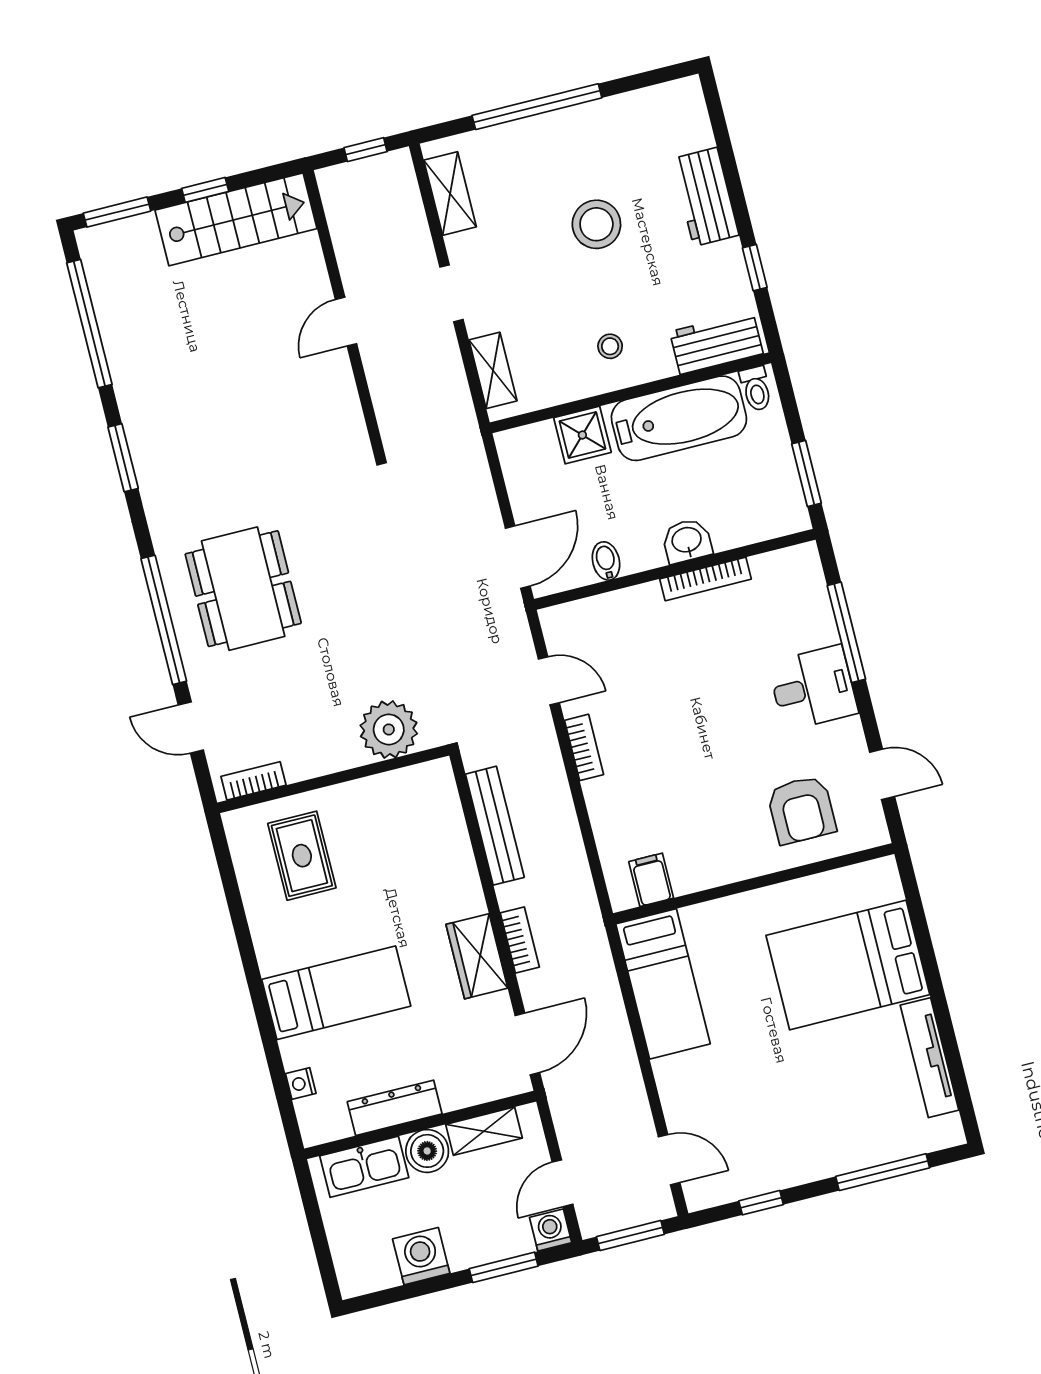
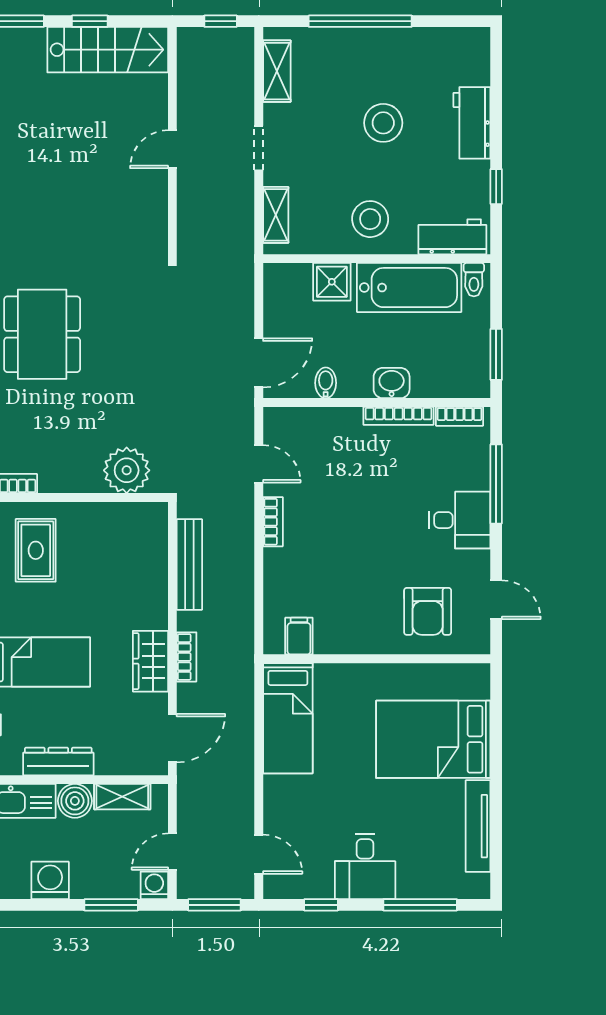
stool: (610, 346) -> (370, 219), width x1.89, depth x1.89
bookcase: (780, 561) -> (459, 416), added
desk: (803, 1142) -> (365, 866), added

